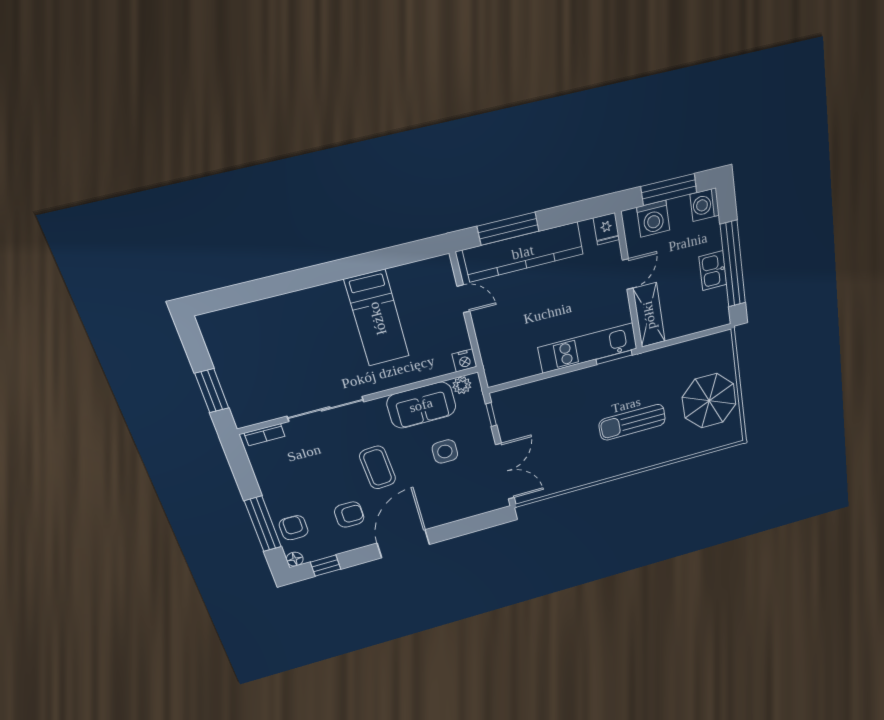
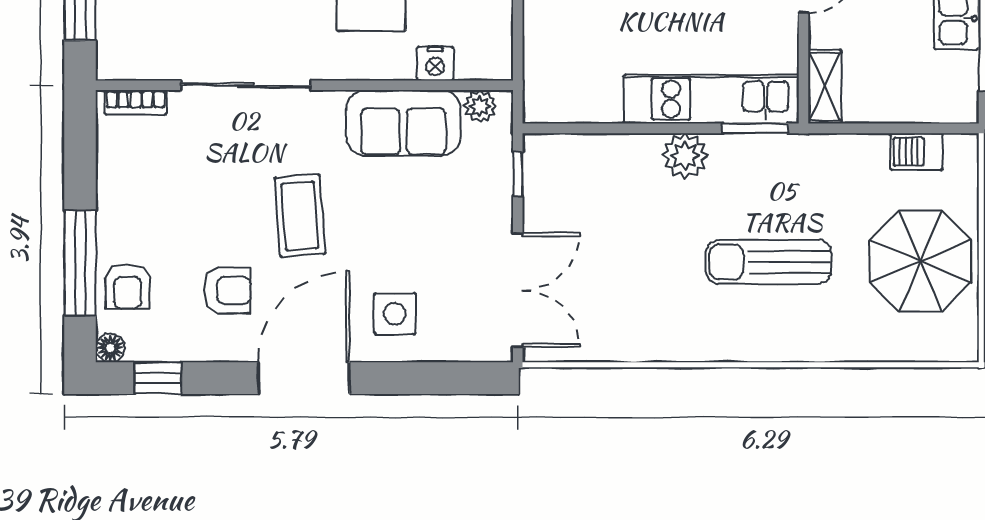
shelving: (649, 315) -> (825, 86), width x0.67, depth x0.75
barbecue: (700, 347) -> (916, 152), added
nightstand: (464, 360) -> (435, 64), moved
plant: (579, 381) -> (685, 156), added
side table: (445, 451) -> (395, 314), moved
armchair: (294, 528) -> (128, 286), turned 180

